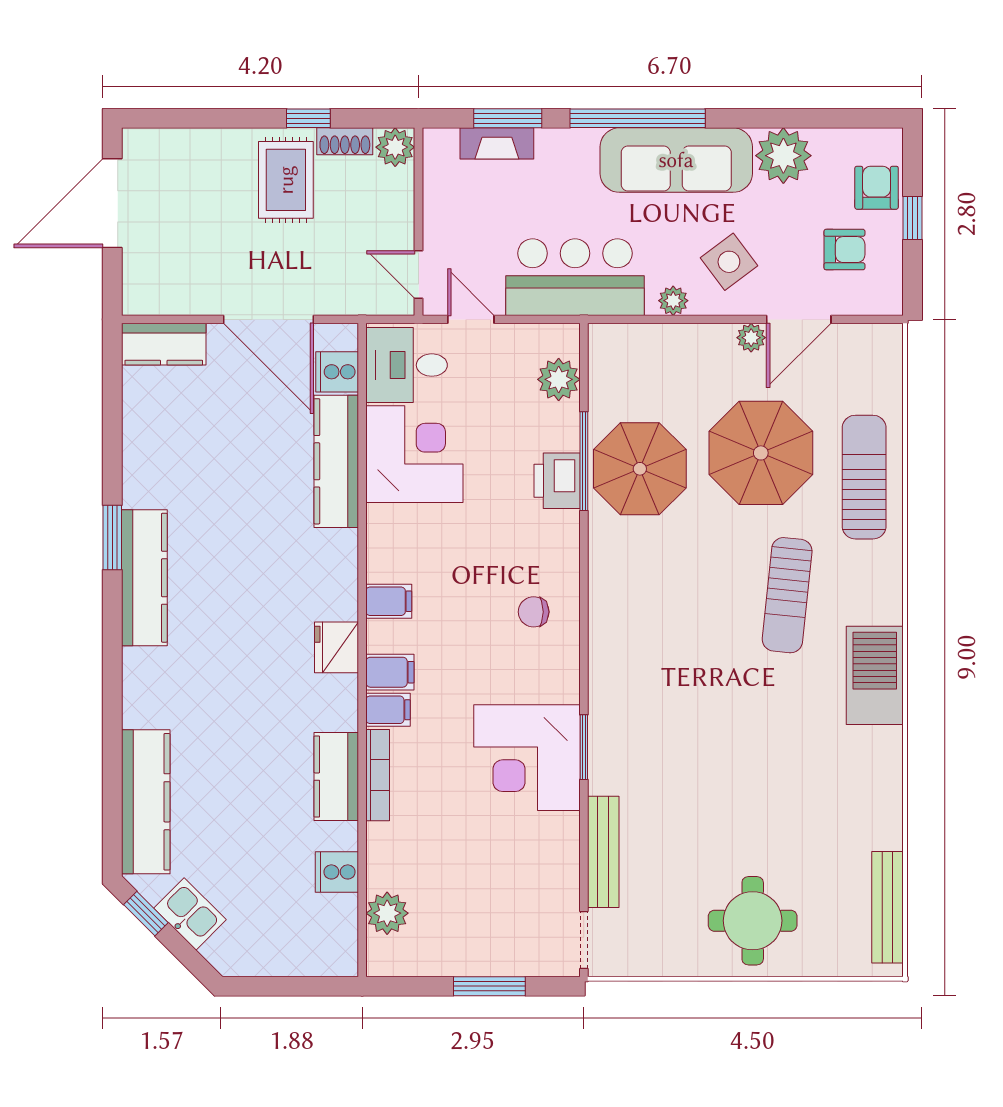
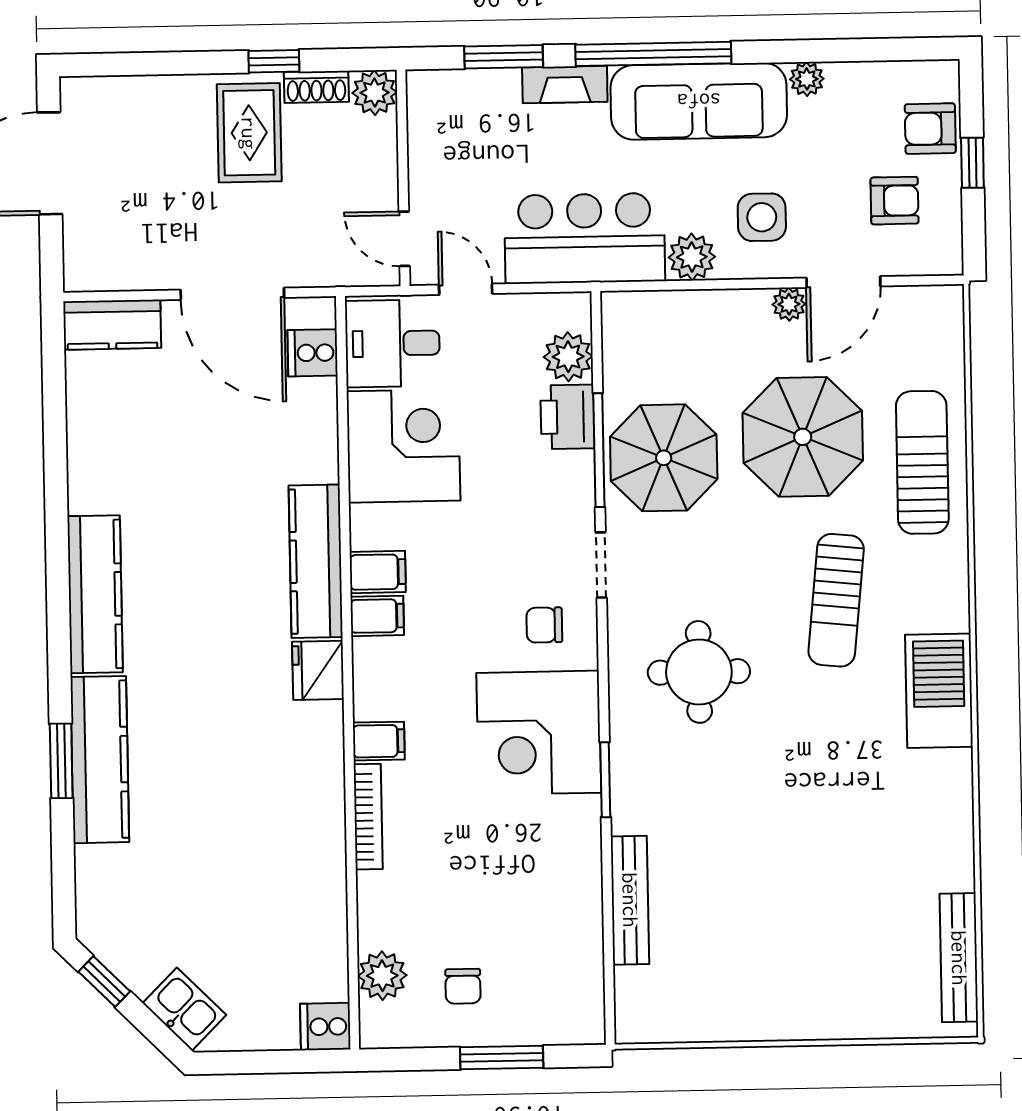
fireplace: (497, 143) -> (565, 85), moved
plant: (783, 156) -> (807, 79), width x0.53, depth x0.53
armchair: (877, 188) -> (930, 129), turned -90
side table: (729, 262) -> (762, 217), turned 37
plant: (673, 301) -> (692, 257), width x1.38, depth x1.38
kitchen counter: (336, 461) -> (316, 561), moved
printer: (557, 481) -> (567, 417), moved
window: (112, 538) -> (61, 761), moved
filing cabinet: (390, 672) -> (378, 572), moved
corner desk: (527, 758) -> (539, 733), moved
kitchen counter: (336, 777) -> (321, 819), removed
kitchen counter: (146, 802) -> (100, 760), moved
cooker: (337, 872) -> (325, 1027), moved
kitchen sink: (190, 914) -> (184, 1009), moved
round table: (753, 921) -> (699, 672), moved
chair: (457, 924) -> (463, 986), added
doorway: (584, 940) -> (601, 565), moved

